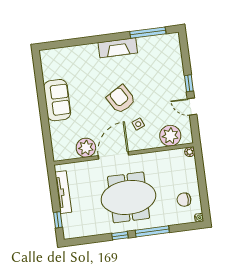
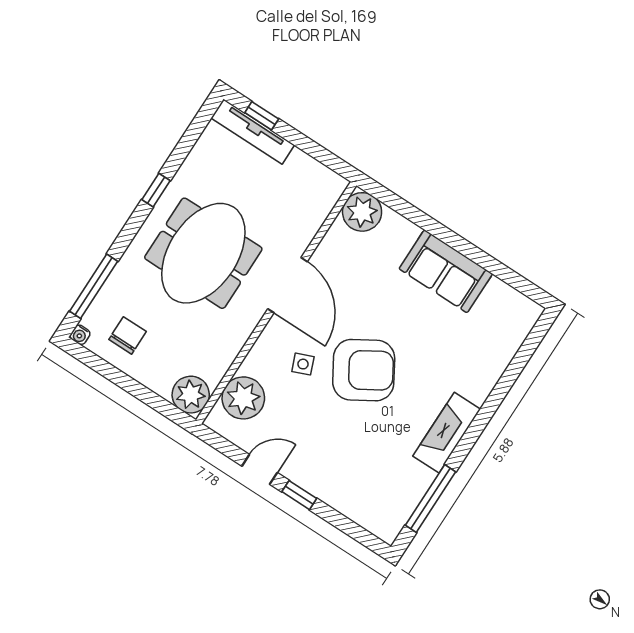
armchair: (121, 99) -> (364, 370), width x1.36, depth x1.36
plant: (86, 148) -> (362, 212), moved
plant: (190, 152) -> (191, 395), width x1.88, depth x1.88
tv unit: (63, 192) -> (253, 131), moved
window: (152, 231) -> (94, 286), moved

